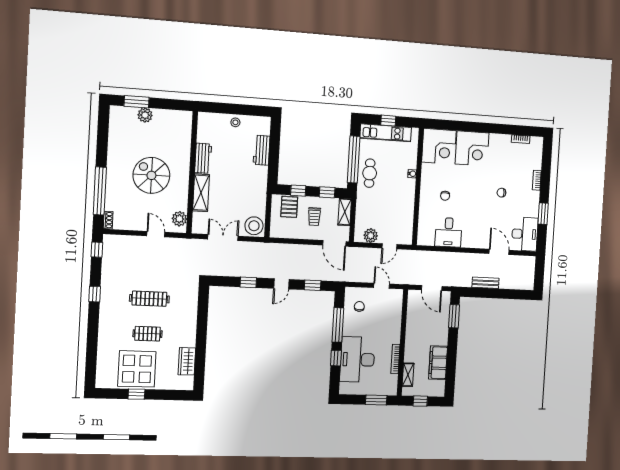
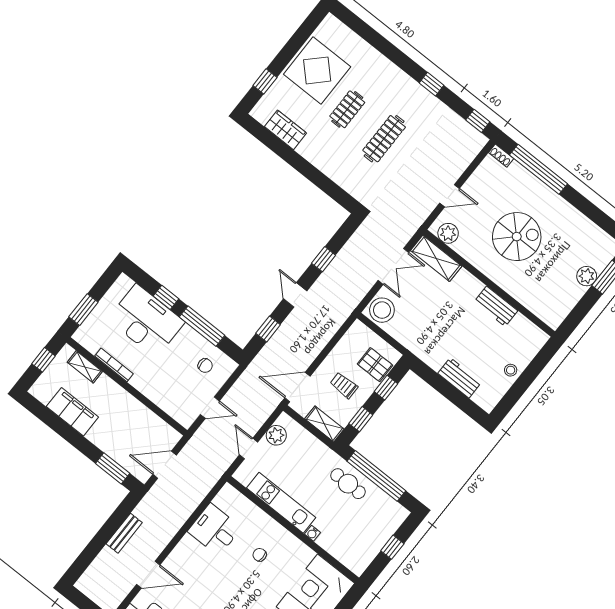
kitchen unit: (386, 133) -> (281, 503), moved, turned 90
shelving: (201, 193) -> (436, 258), moved
window: (136, 394) -> (265, 81), moved

